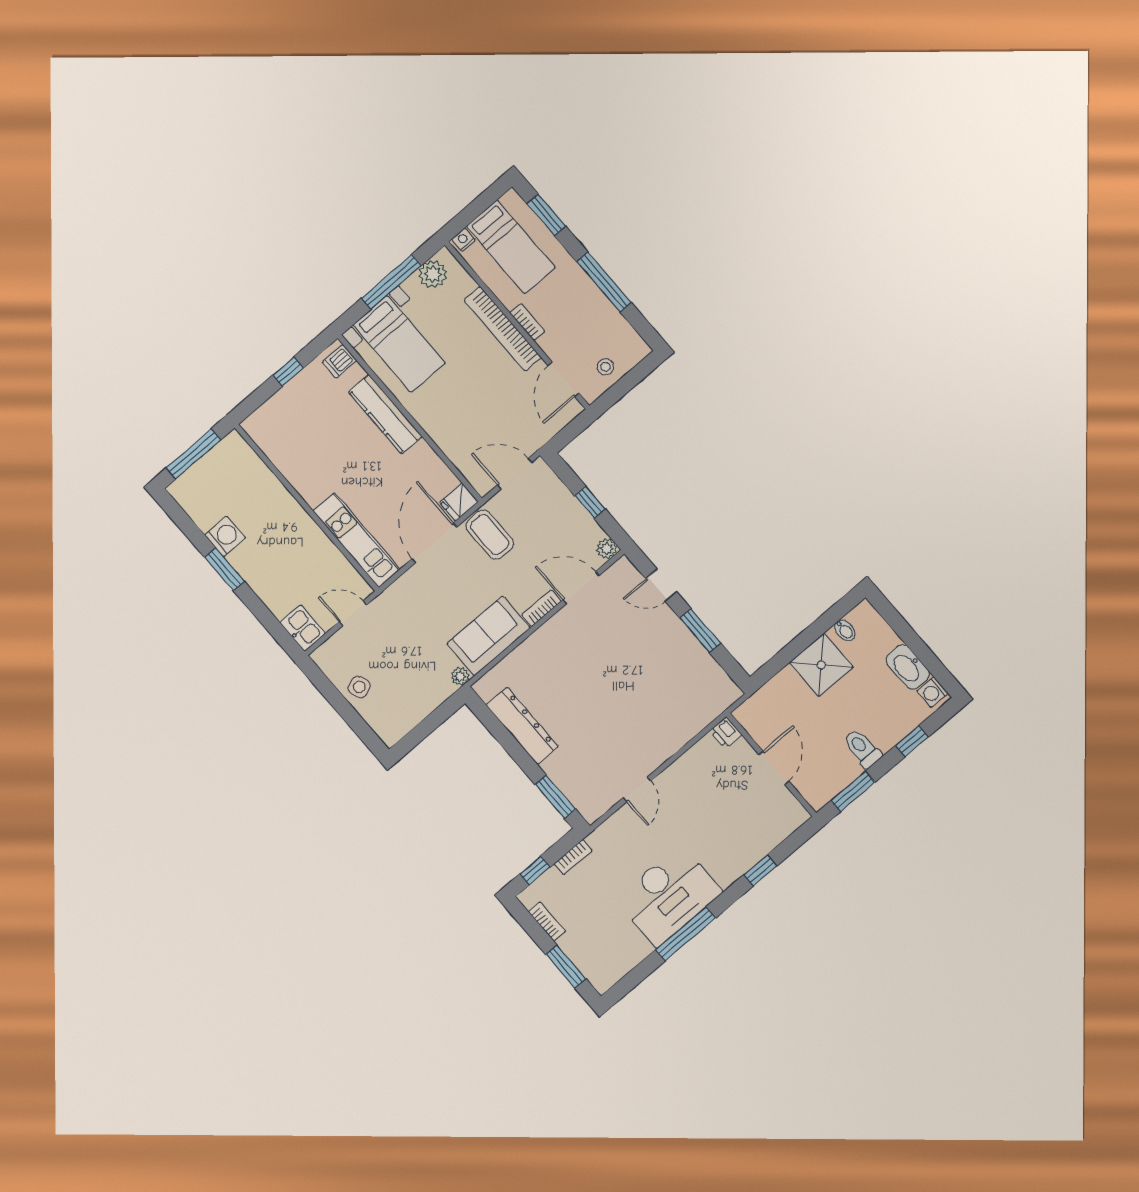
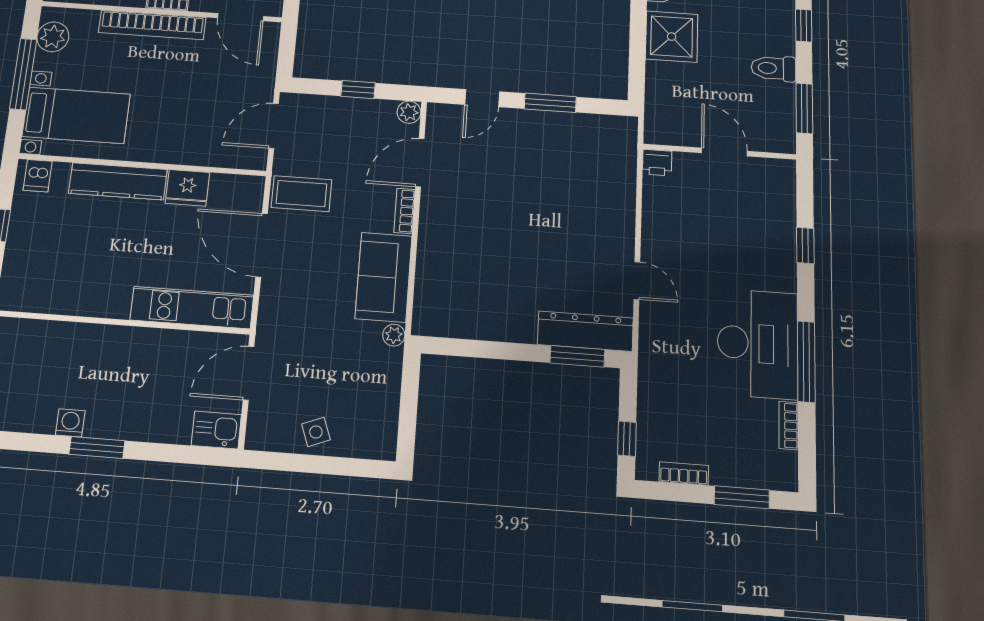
fridge: (459, 502) -> (187, 188), moved, width x1.38
washing machine: (225, 536) -> (70, 423), width x0.73, depth x0.73
door: (353, 613) -> (249, 373), width x1.38
dresser: (522, 726) -> (585, 331), moved
bookcase: (573, 857) -> (789, 426), moved, turned 180

